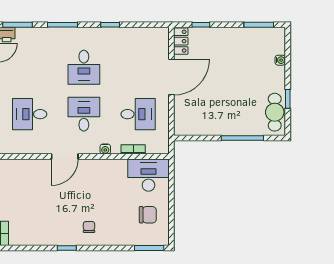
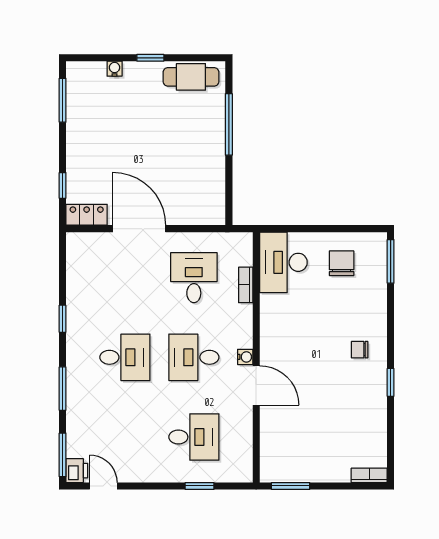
window: (288, 99) -> (150, 58), moved
desk: (30, 114) -> (194, 437), turned -90
water cooler: (105, 149) -> (245, 357), moved

